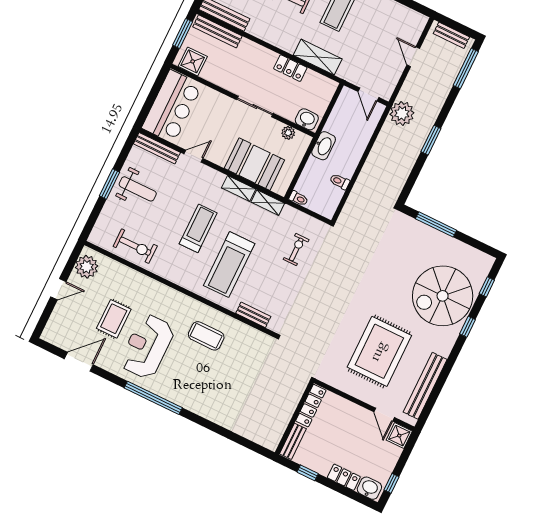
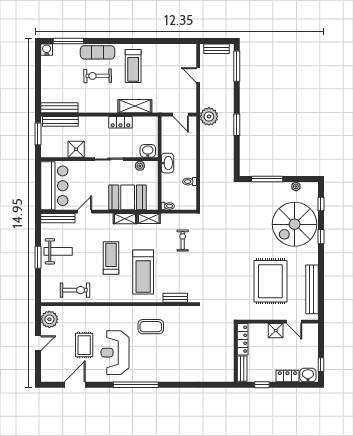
shower: (193, 61) -> (76, 149), moved
plant: (467, 251) -> (296, 186), added
shower: (399, 436) -> (276, 331), moved

